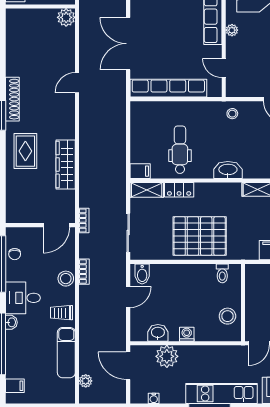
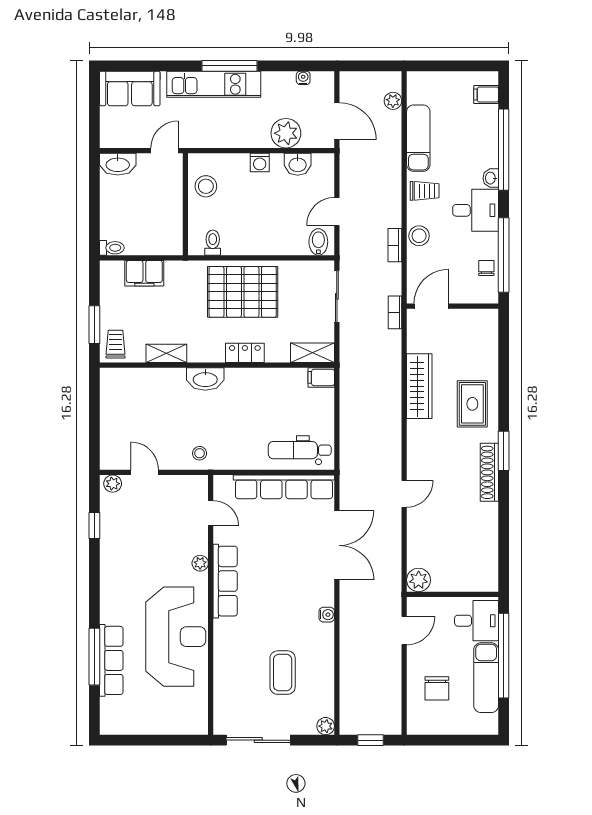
dental chair: (180, 150) -> (300, 450), moved, turned 90
locker: (179, 190) -> (245, 353), moved

